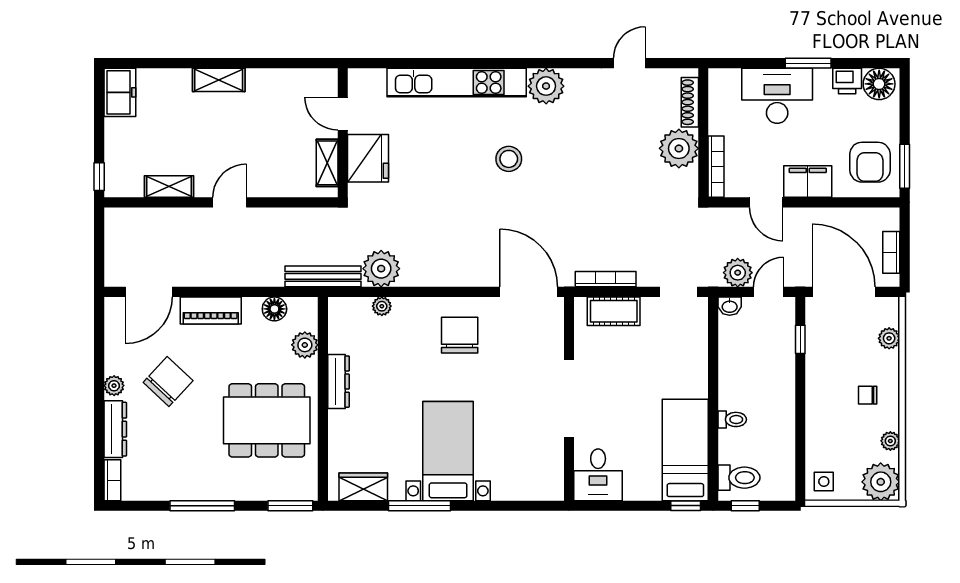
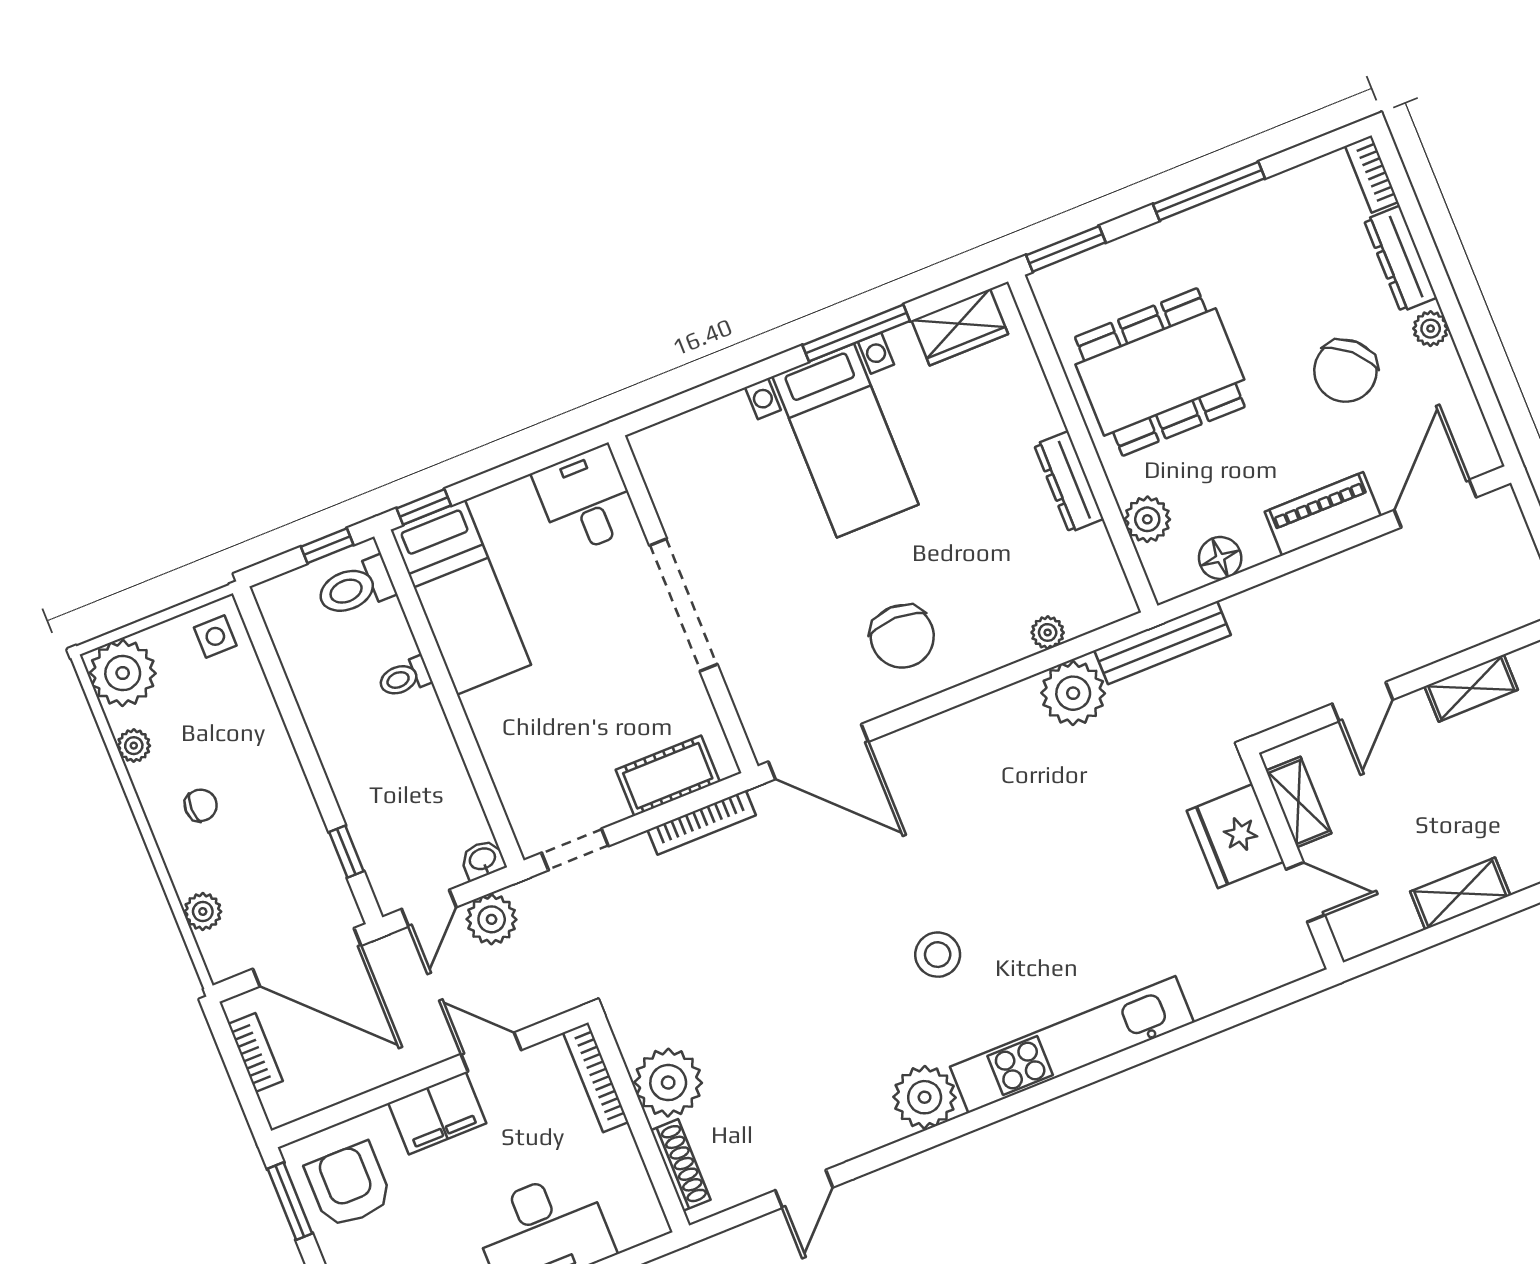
door: (343, 114) -> (1305, 892), moved
wall: (343, 133) -> (1293, 861), moved
fridge: (368, 158) -> (1235, 836), moved
shelving: (327, 163) -> (1299, 802), moved

